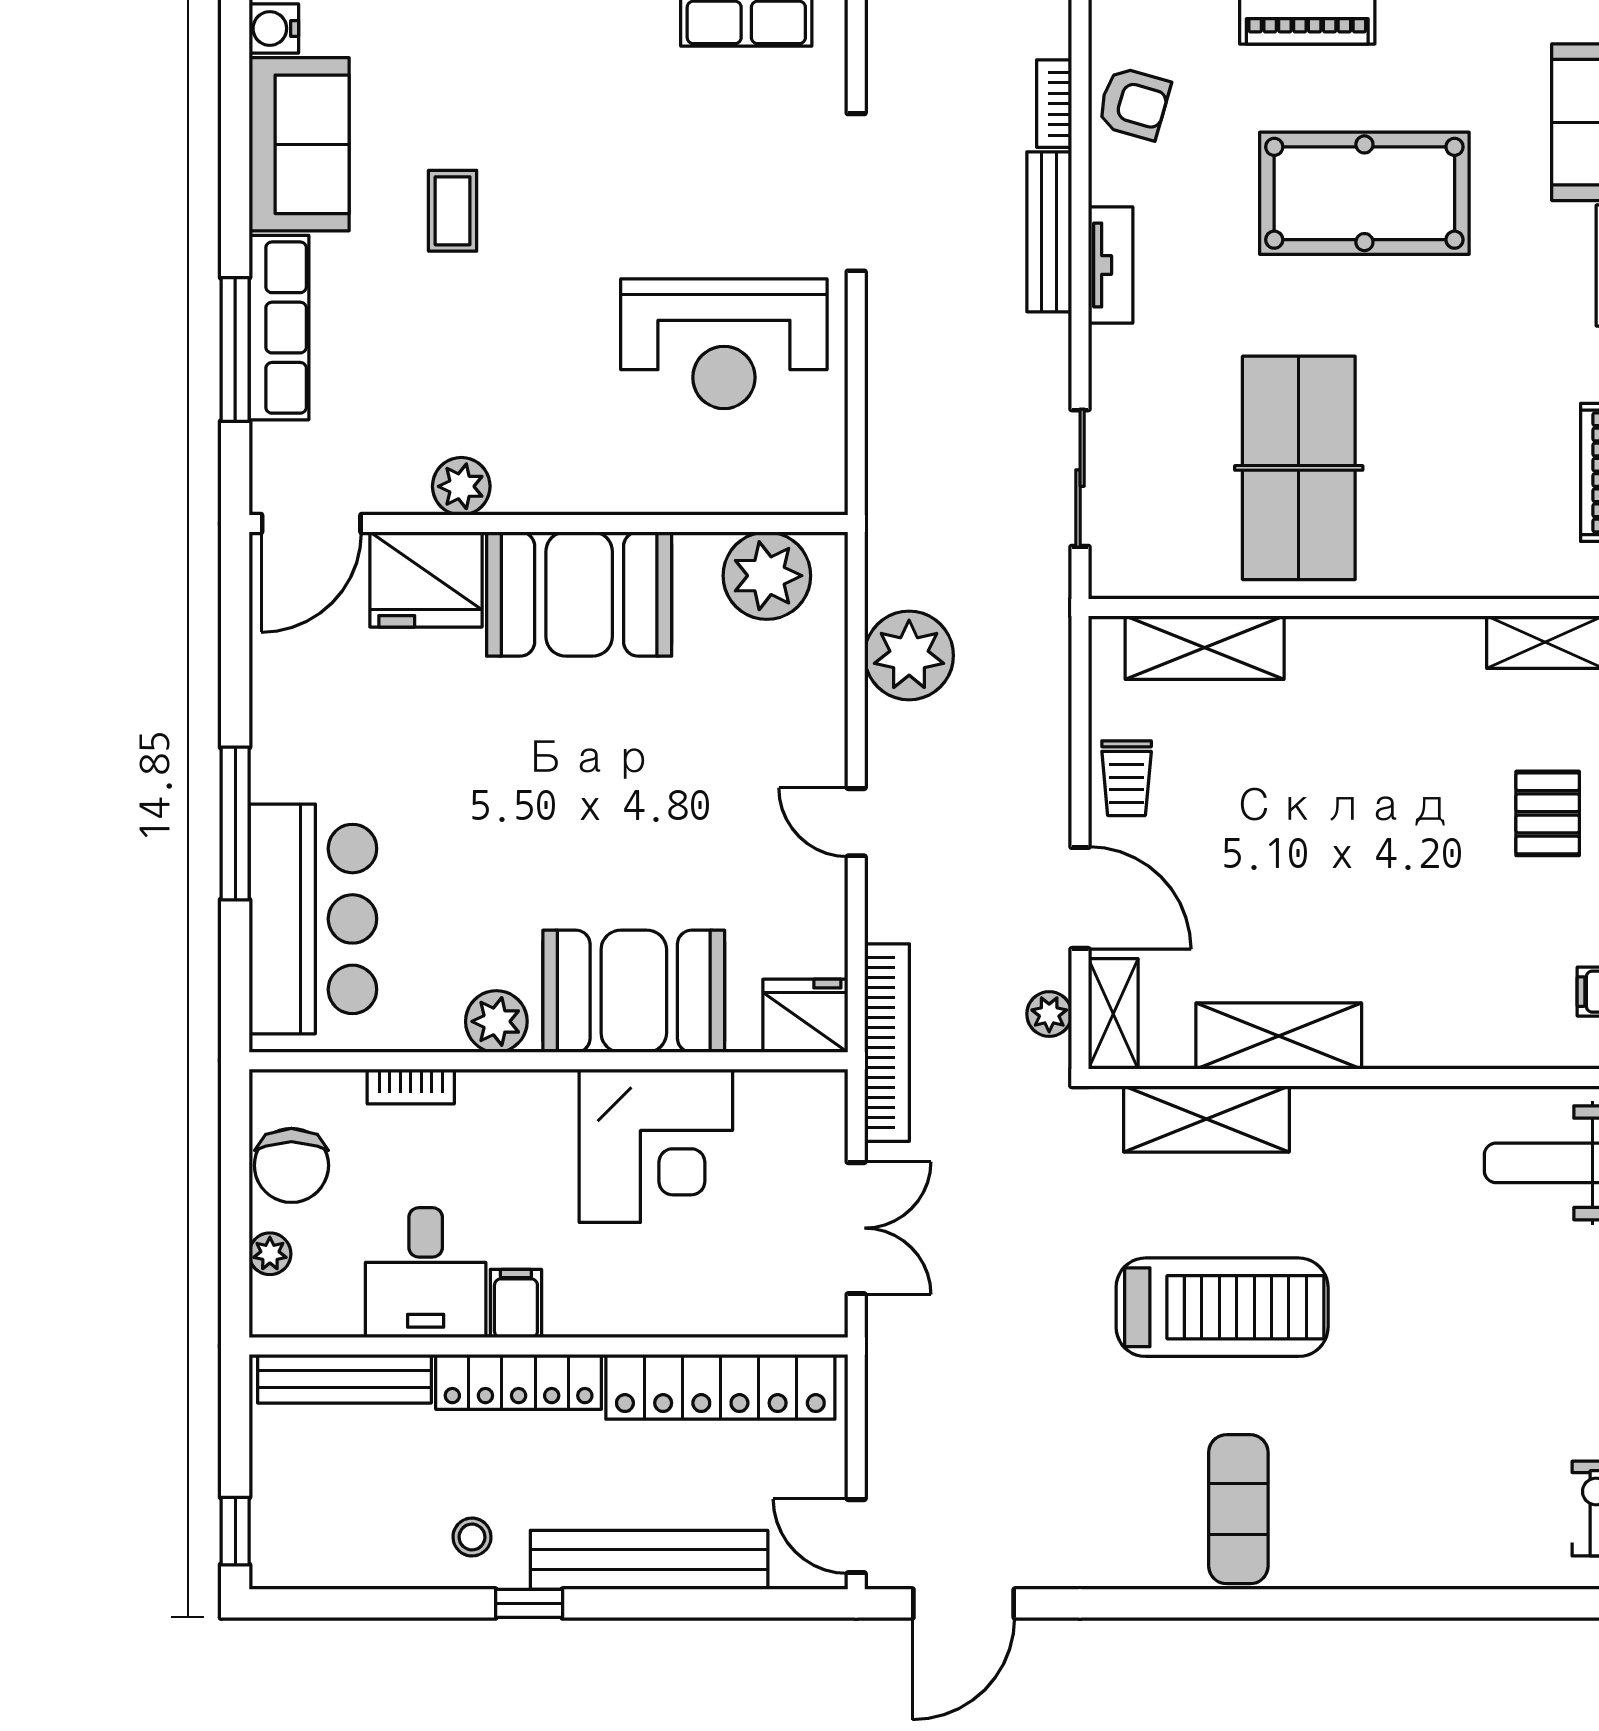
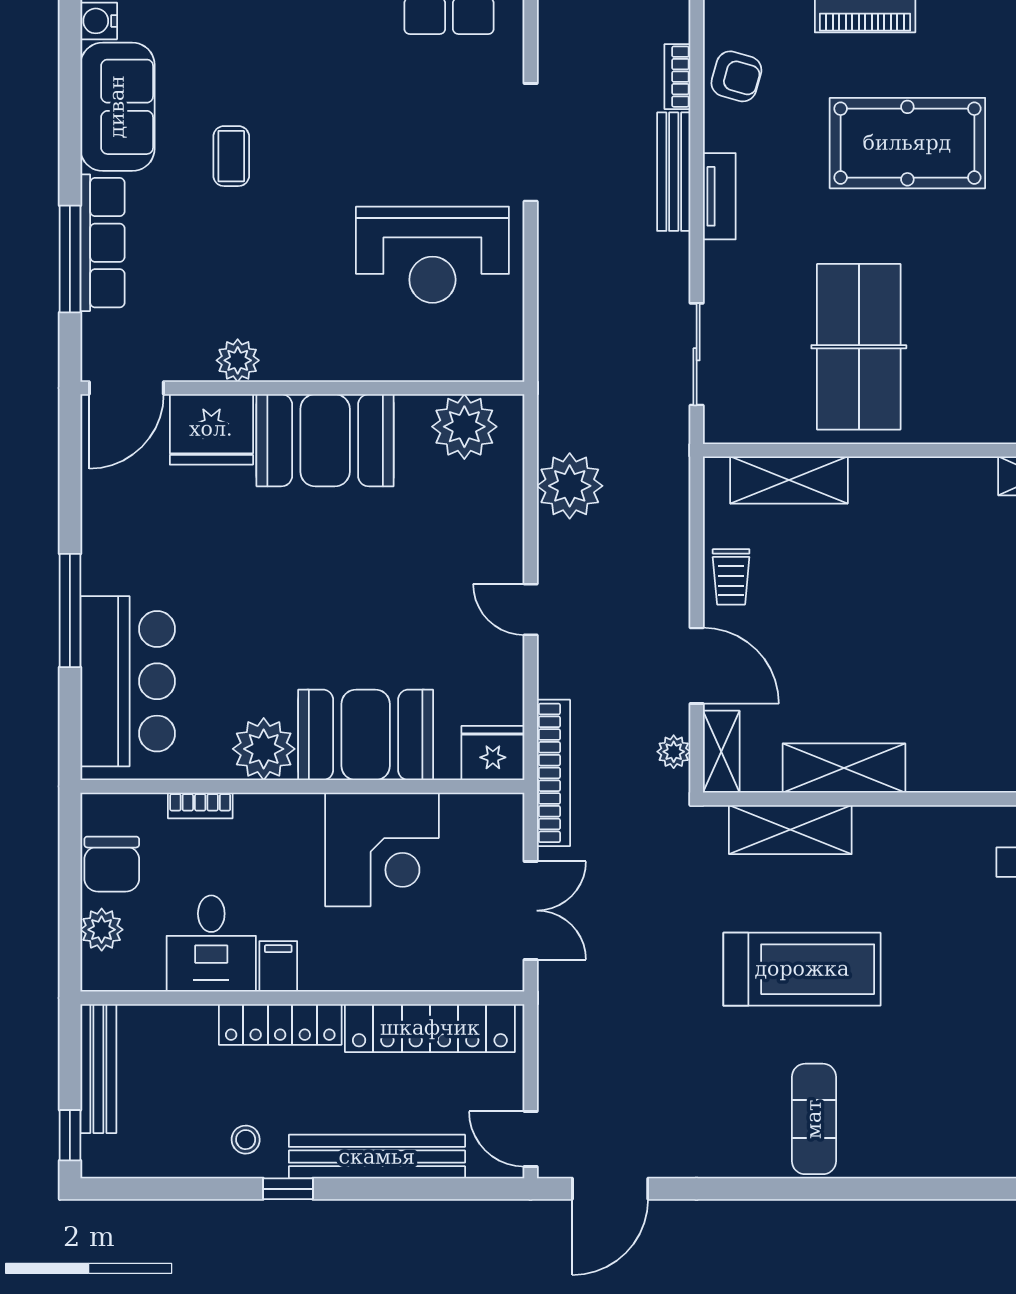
plant: (496, 1021) -> (264, 749), width x1.36, depth x1.36
plant: (270, 1254) -> (102, 930), width x1.38, depth x1.38
bench: (344, 1379) -> (98, 1069), moved, turned 90

